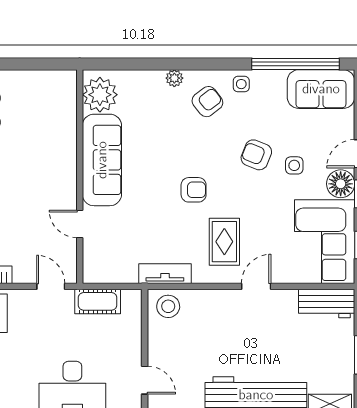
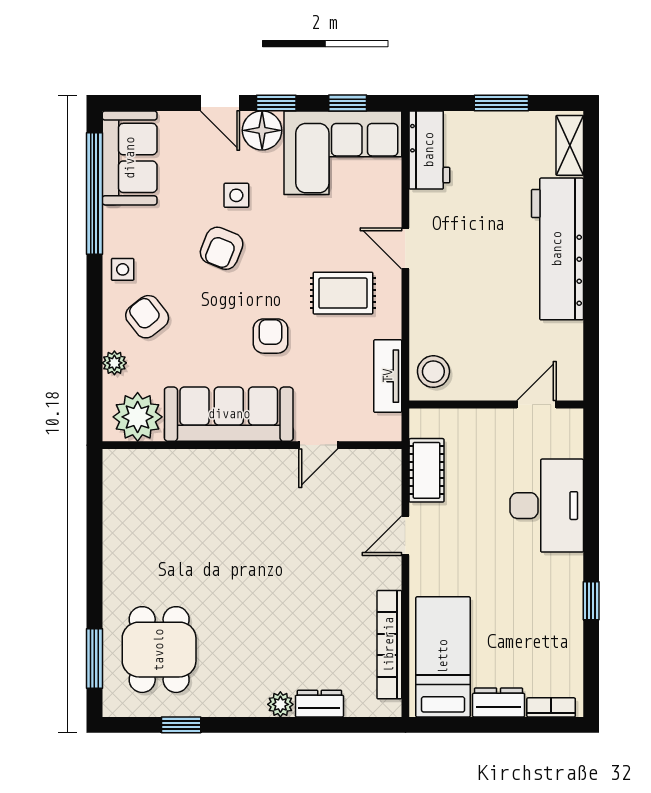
plant: (100, 95) -> (138, 417), moved
sofa: (102, 160) -> (229, 414), moved
wall: (80, 177) -> (252, 445), moved
door: (80, 224) -> (318, 445), moved

